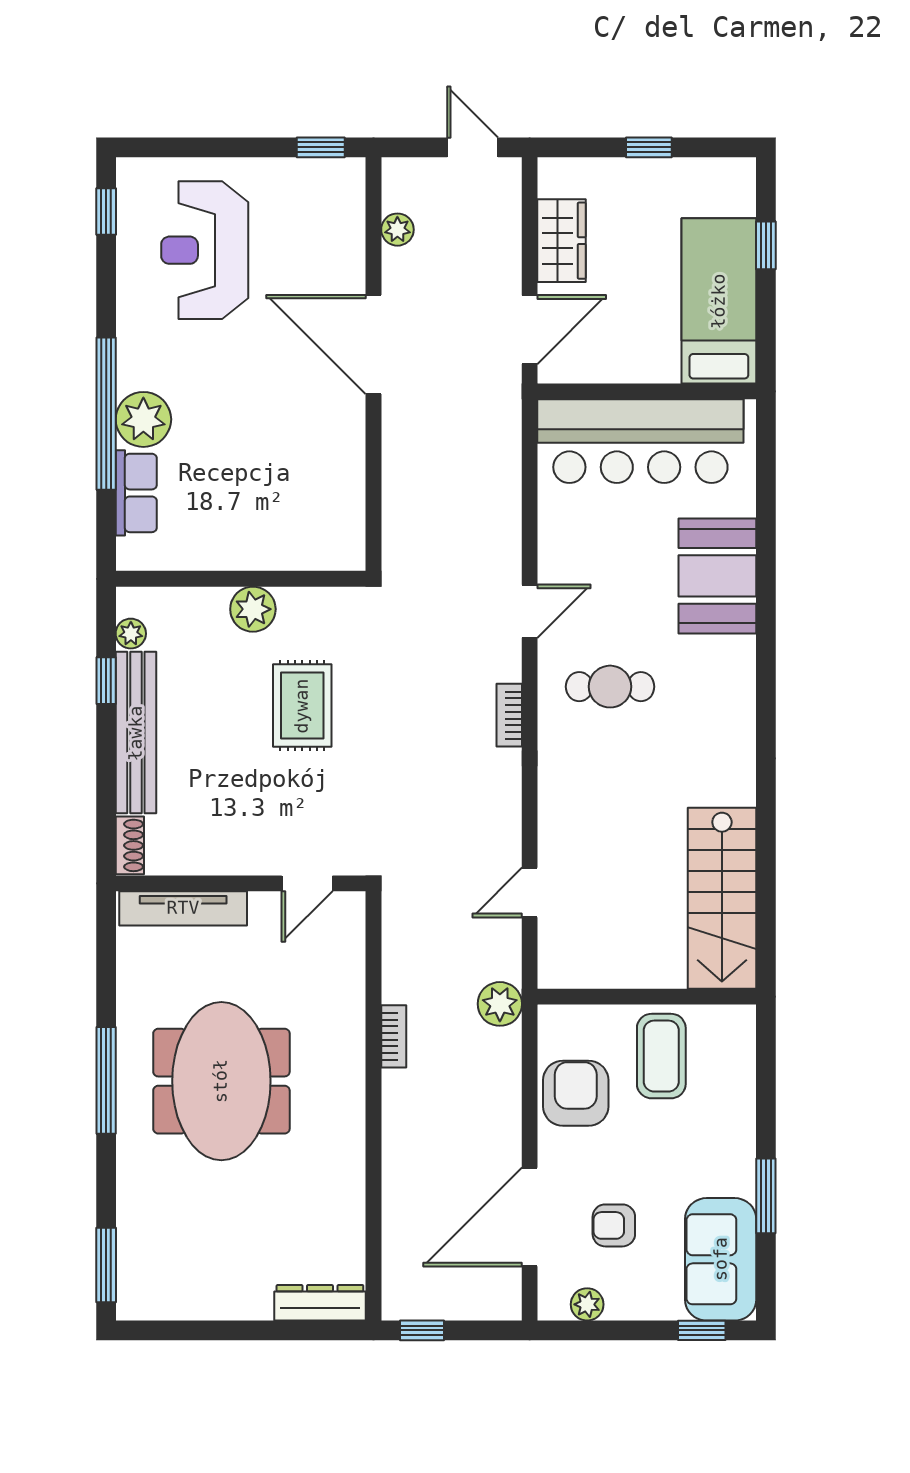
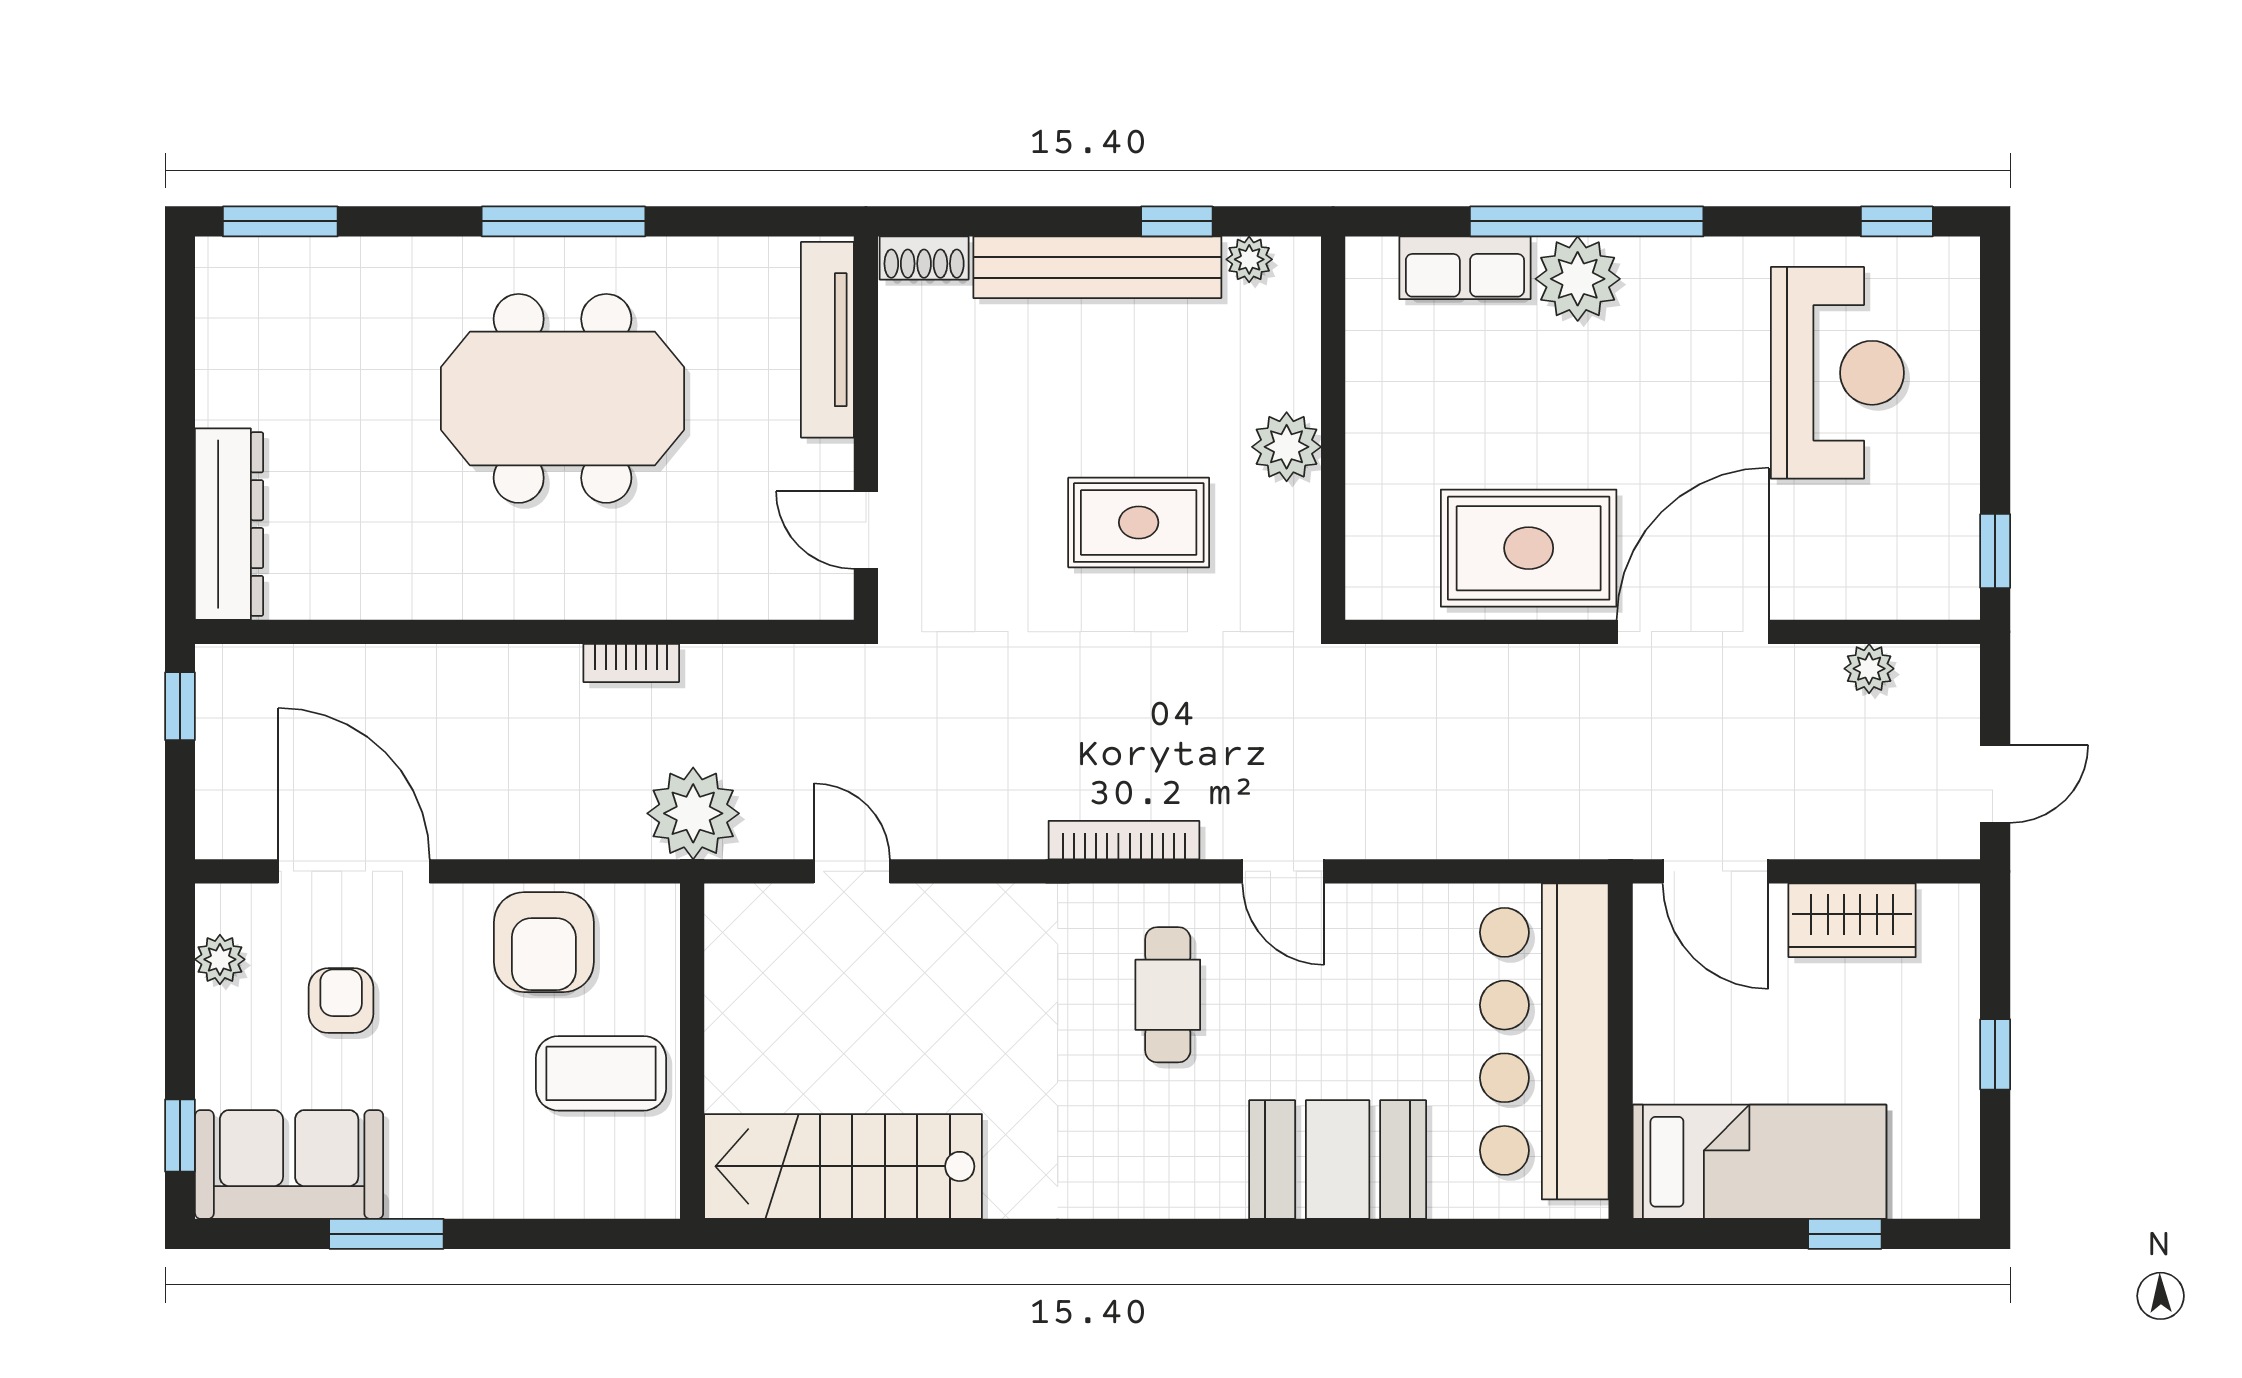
reception desk: (205, 250) -> (1837, 373), turned 90
rug: (319, 451) -> (1529, 548), added
bookcase: (509, 715) -> (1124, 840), width x1.56
plant: (500, 1004) -> (693, 813), width x1.36, depth x1.36
armchair: (576, 1093) -> (544, 942), turned 90
dresser: (320, 1303) -> (229, 524), width x1.37, depth x1.24

